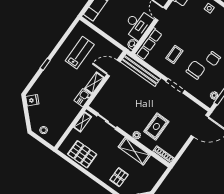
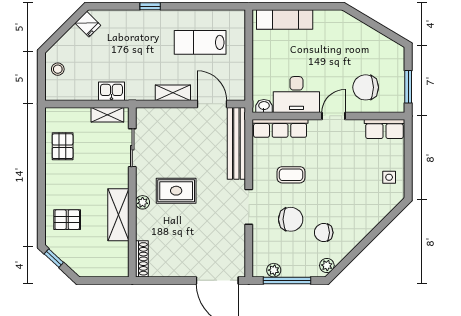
lab bench: (80, 53) -> (200, 42), turned 180
kitchen sink: (83, 98) -> (111, 91), moved
rug: (156, 126) -> (176, 191), moved
pallet: (82, 154) -> (63, 146), width x0.67, depth x0.71

